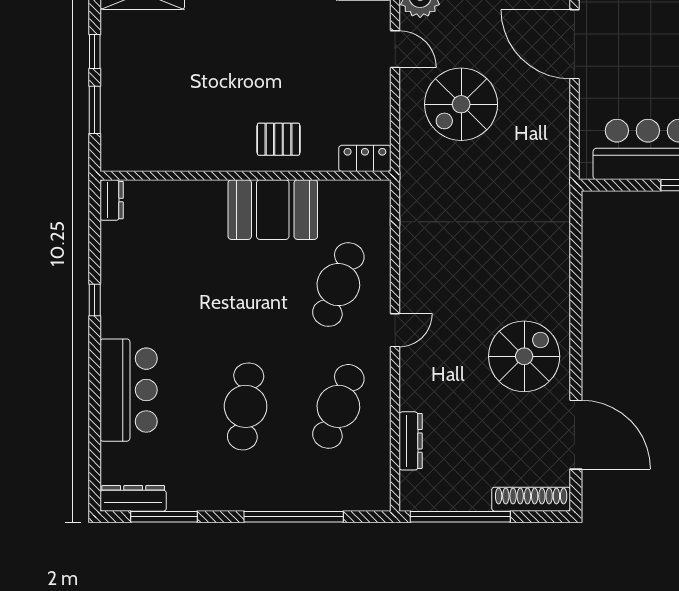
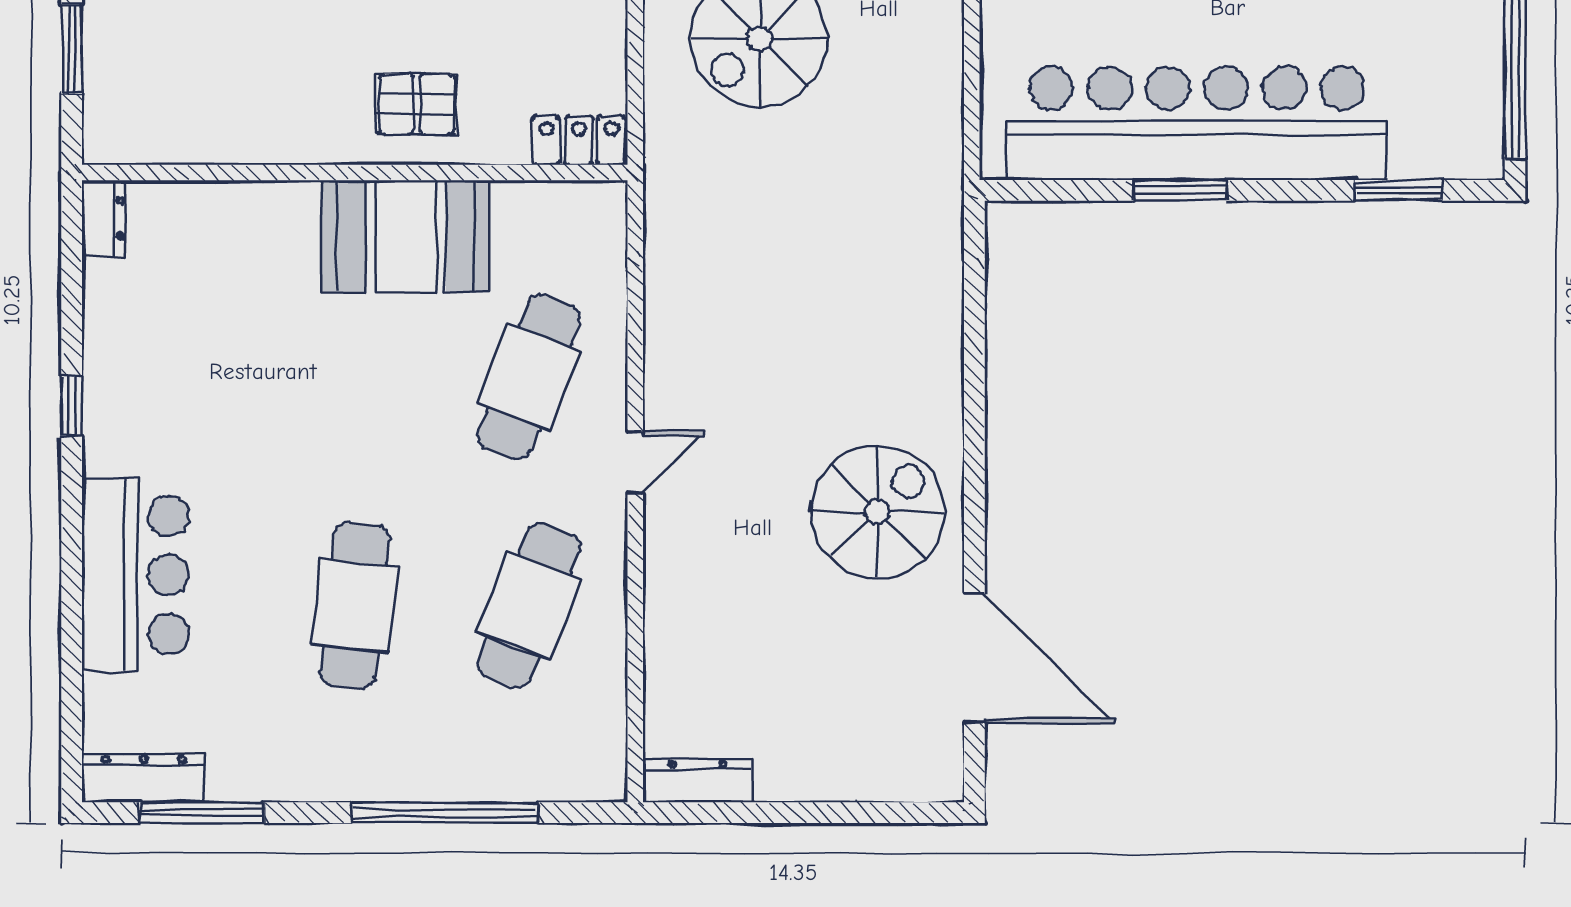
dresser: (411, 441) -> (698, 781), moved, turned -90
shoe rack: (531, 499) -> (890, 780), removed
window: (460, 517) -> (757, 813), removed

